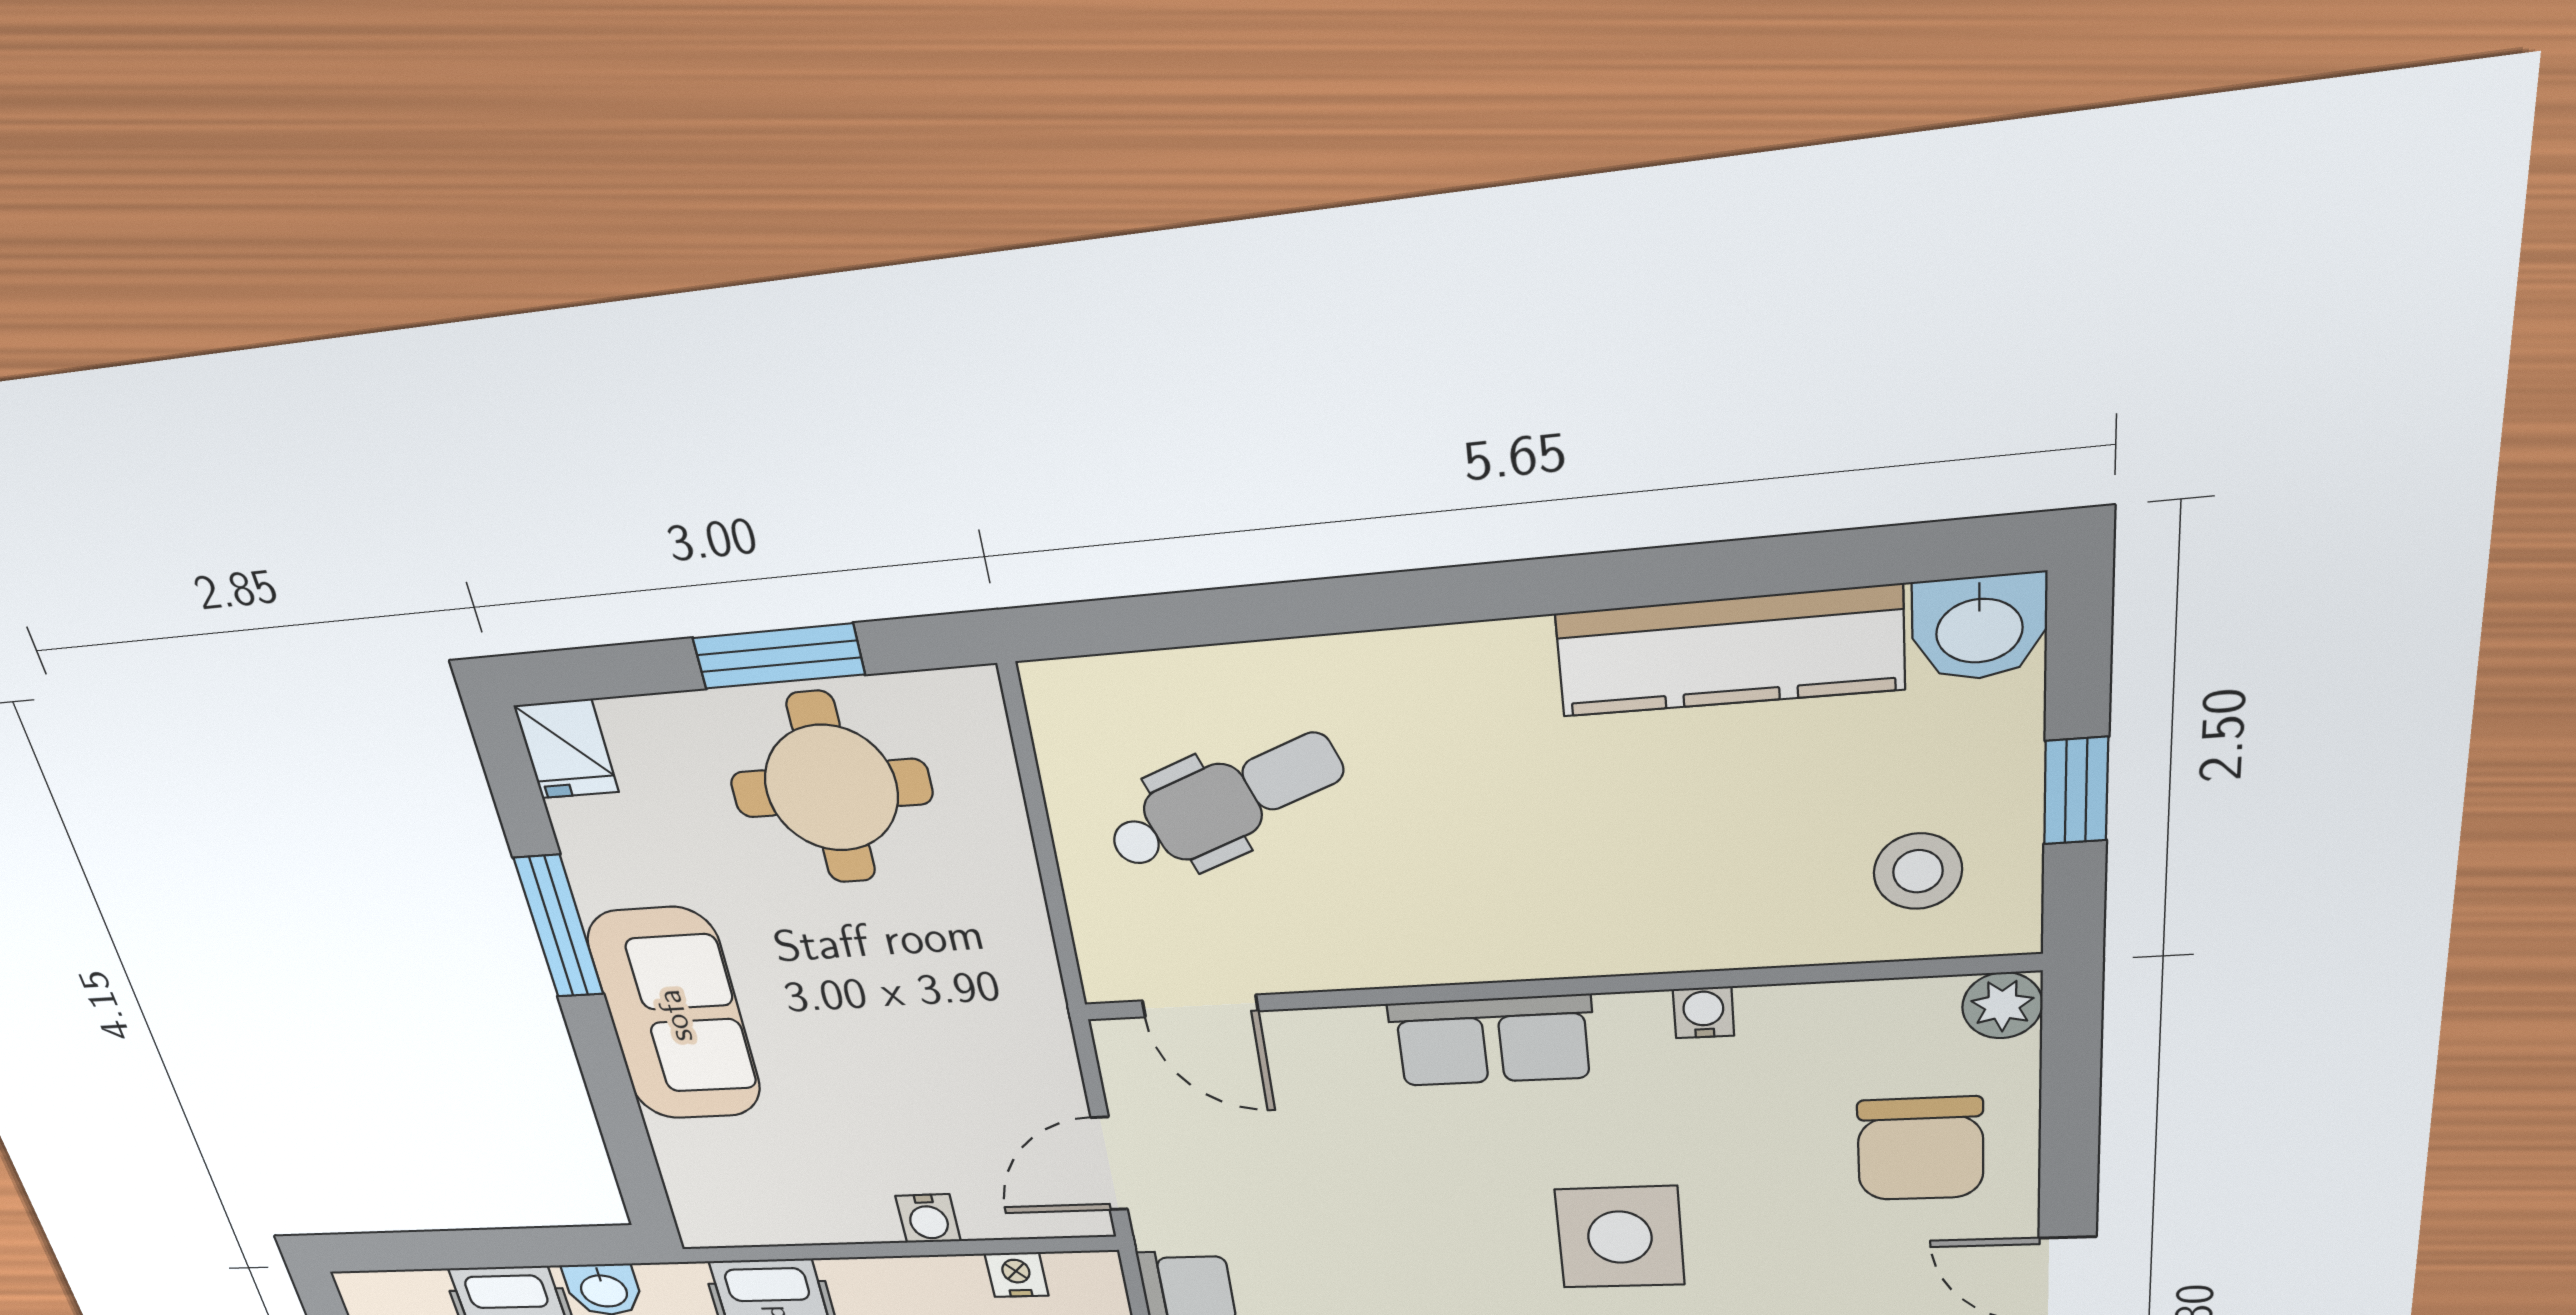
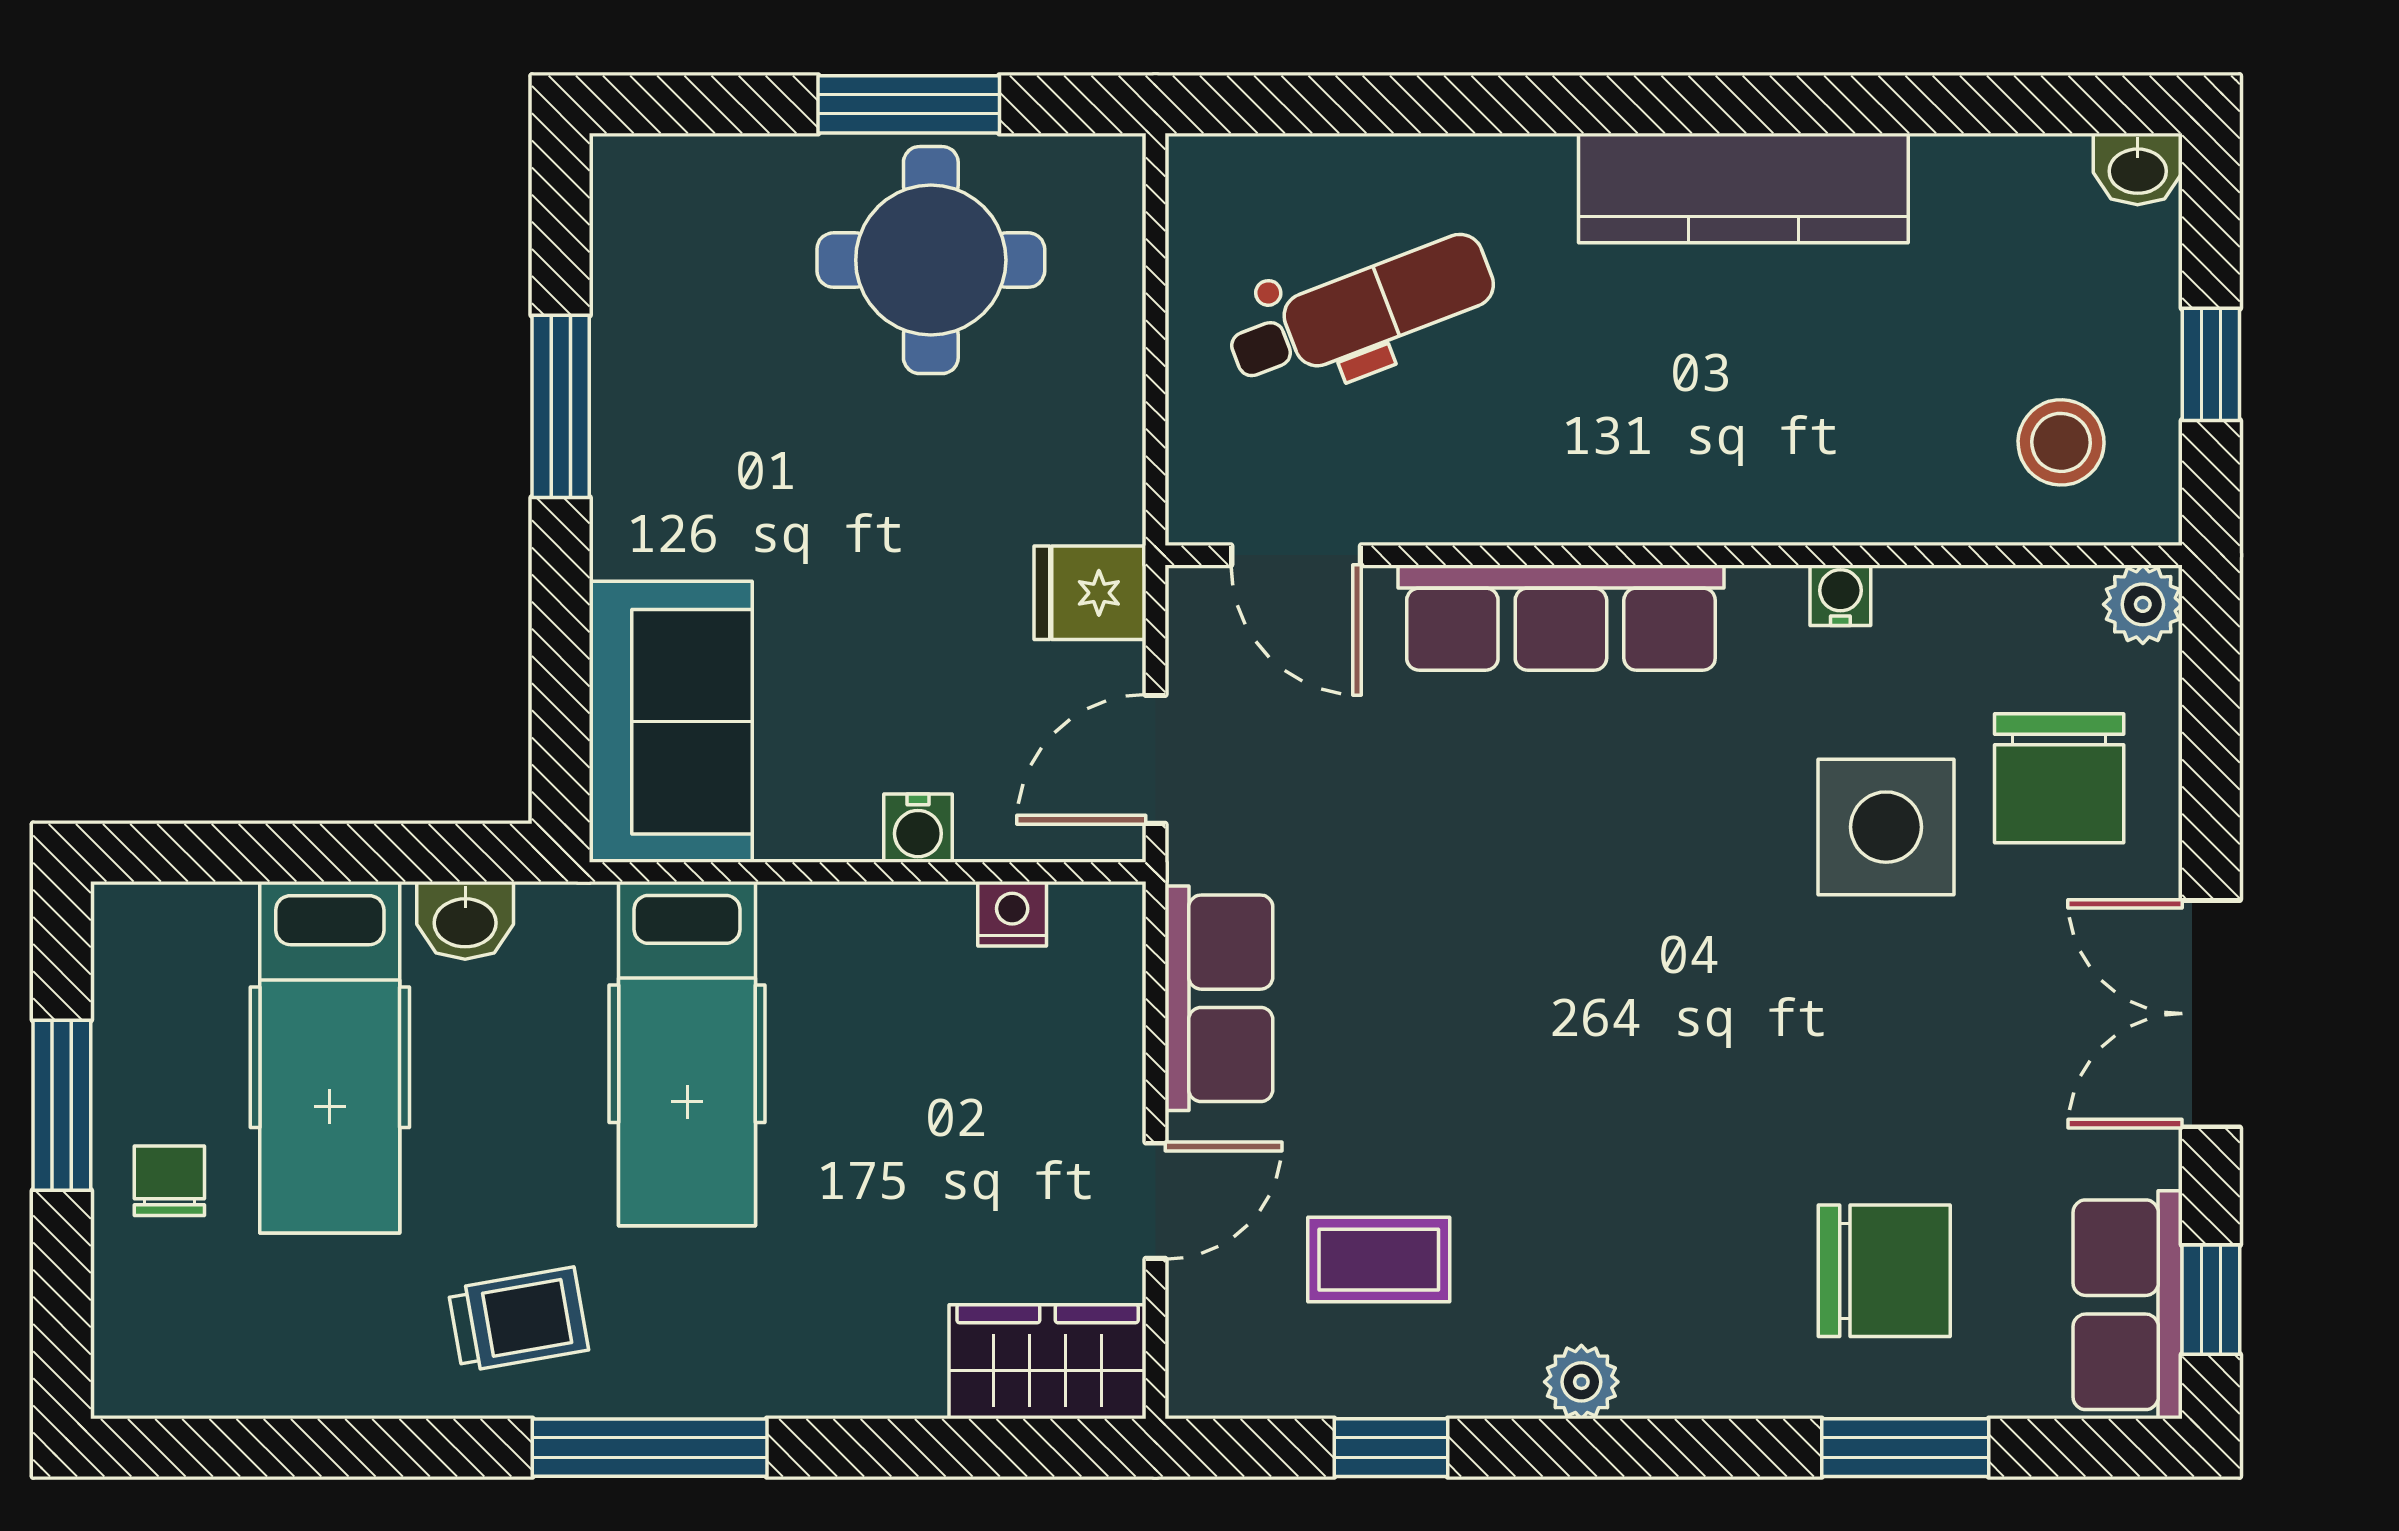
washbasin: (1979, 628) -> (2138, 169), width x0.72, depth x0.69
kitchen counter: (1729, 651) -> (1743, 188), moved
fridge: (566, 749) -> (1090, 593), moved, turned 90
sofa: (675, 1015) -> (671, 722), moved
row of seats: (1492, 1041) -> (1561, 618), width x1.48
side table: (1620, 1237) -> (1886, 827), moved

